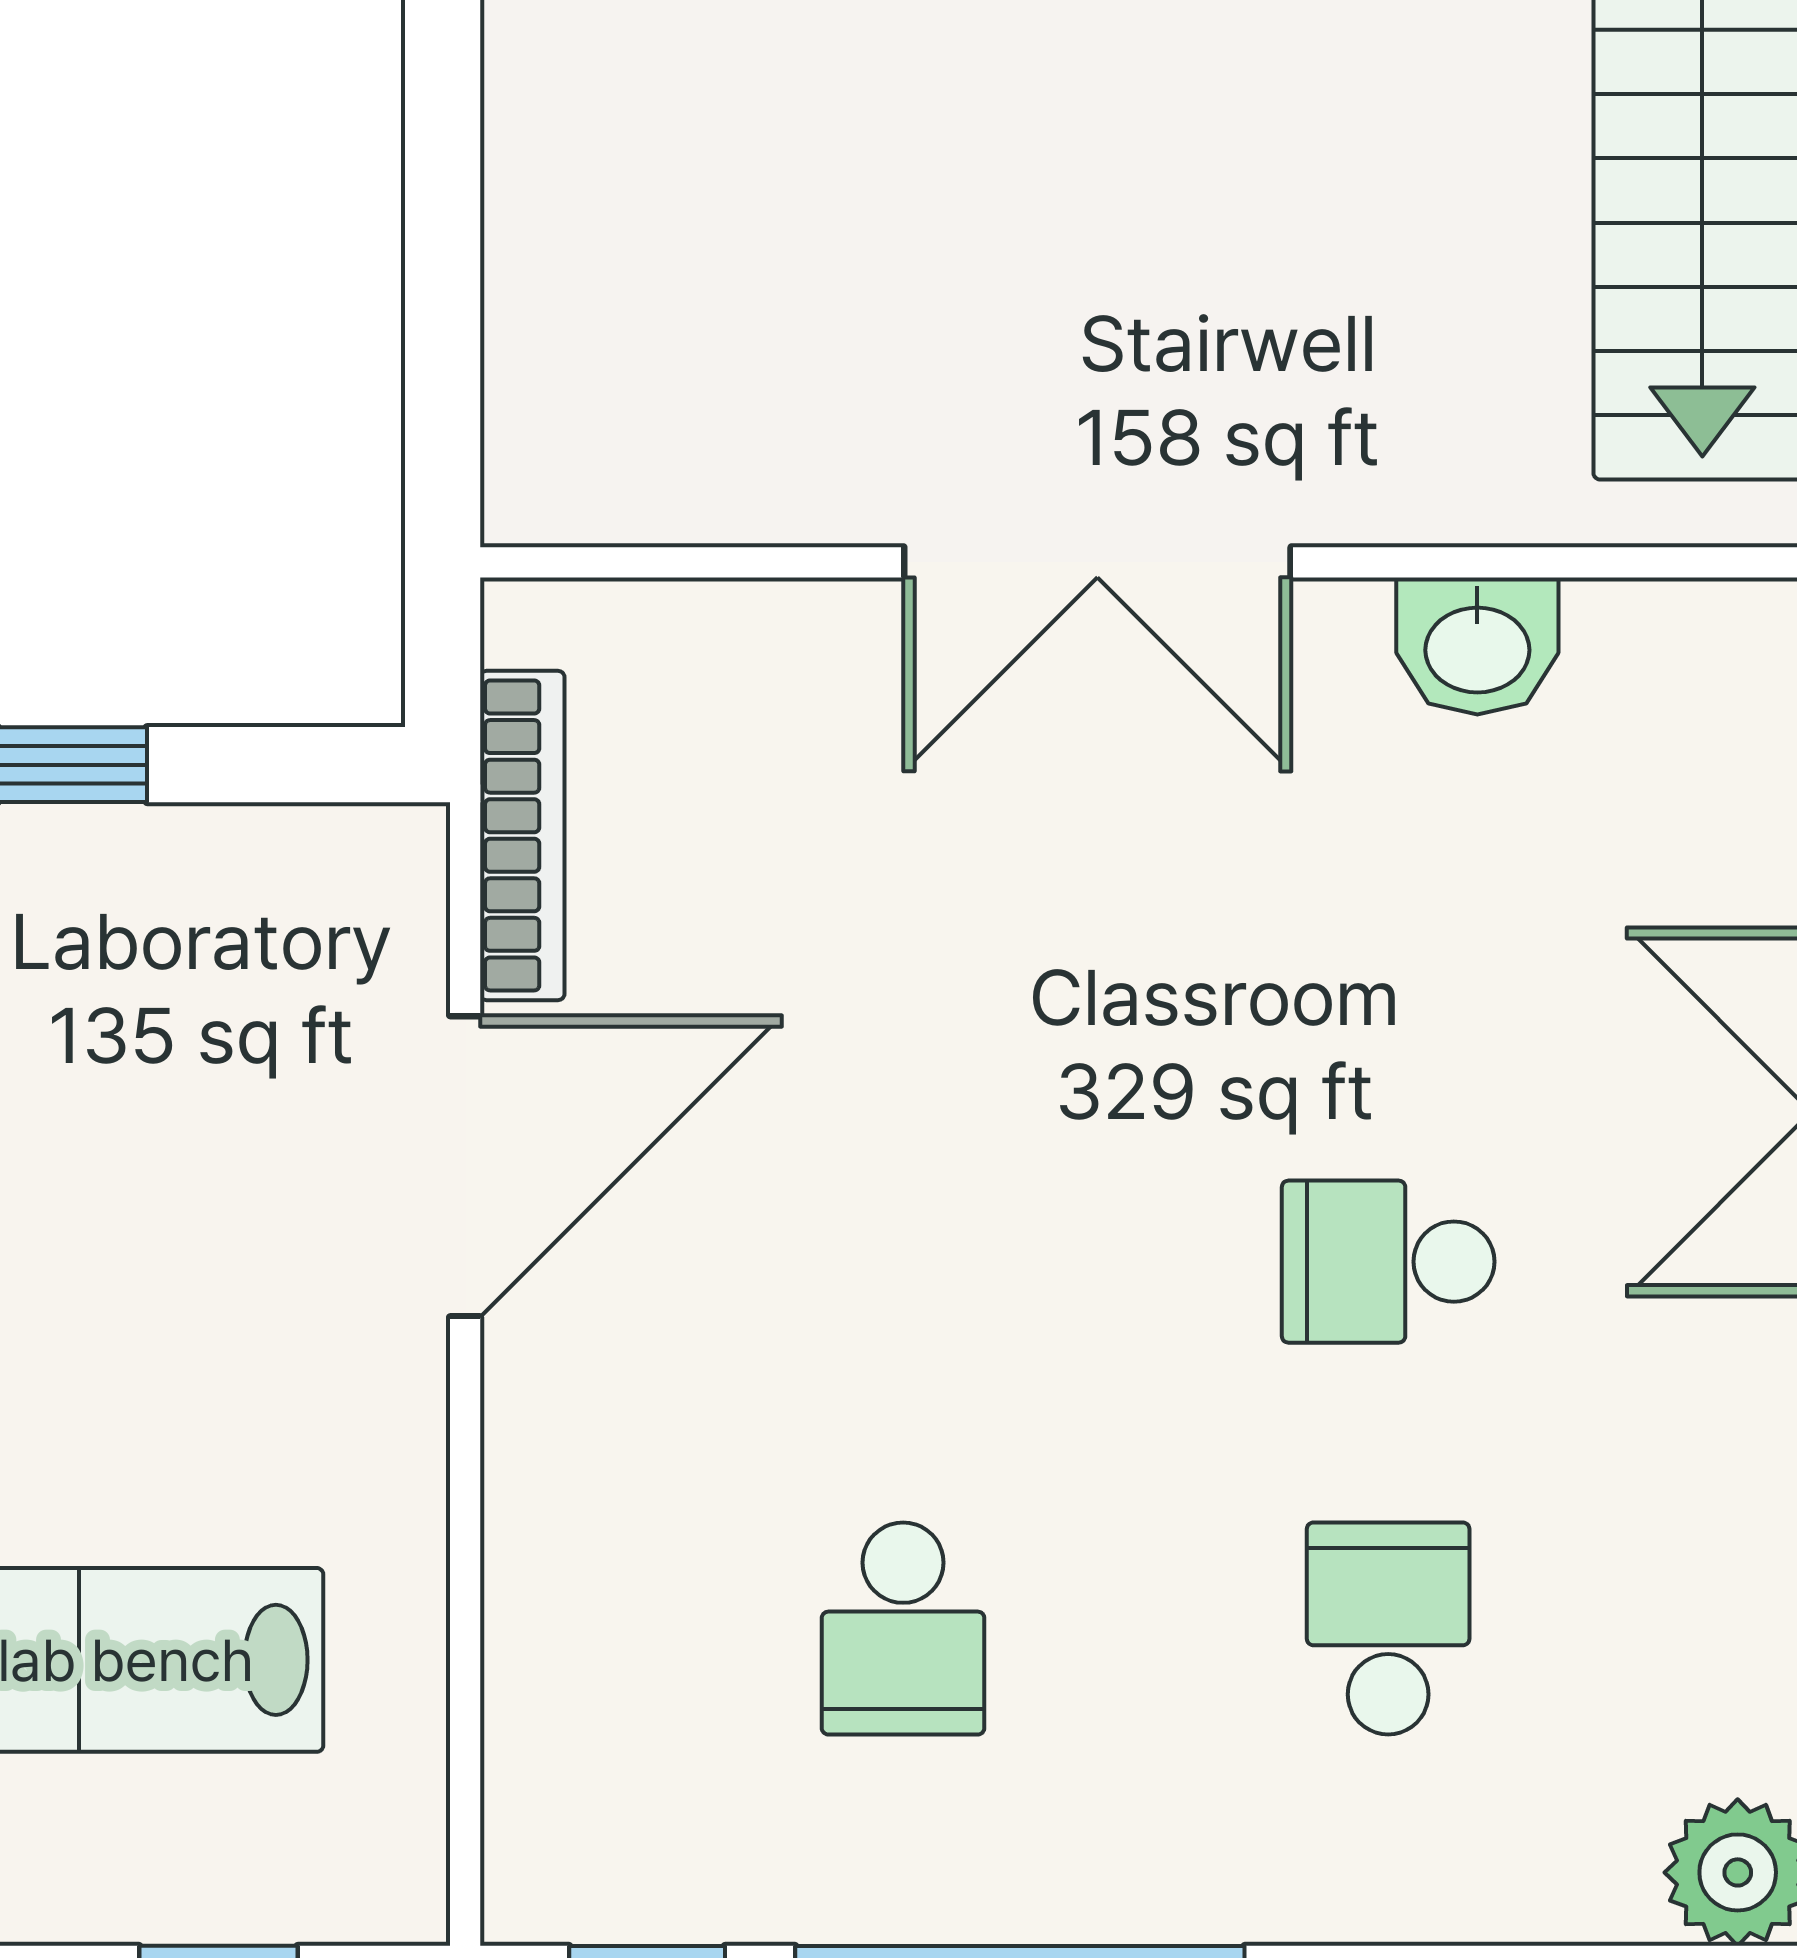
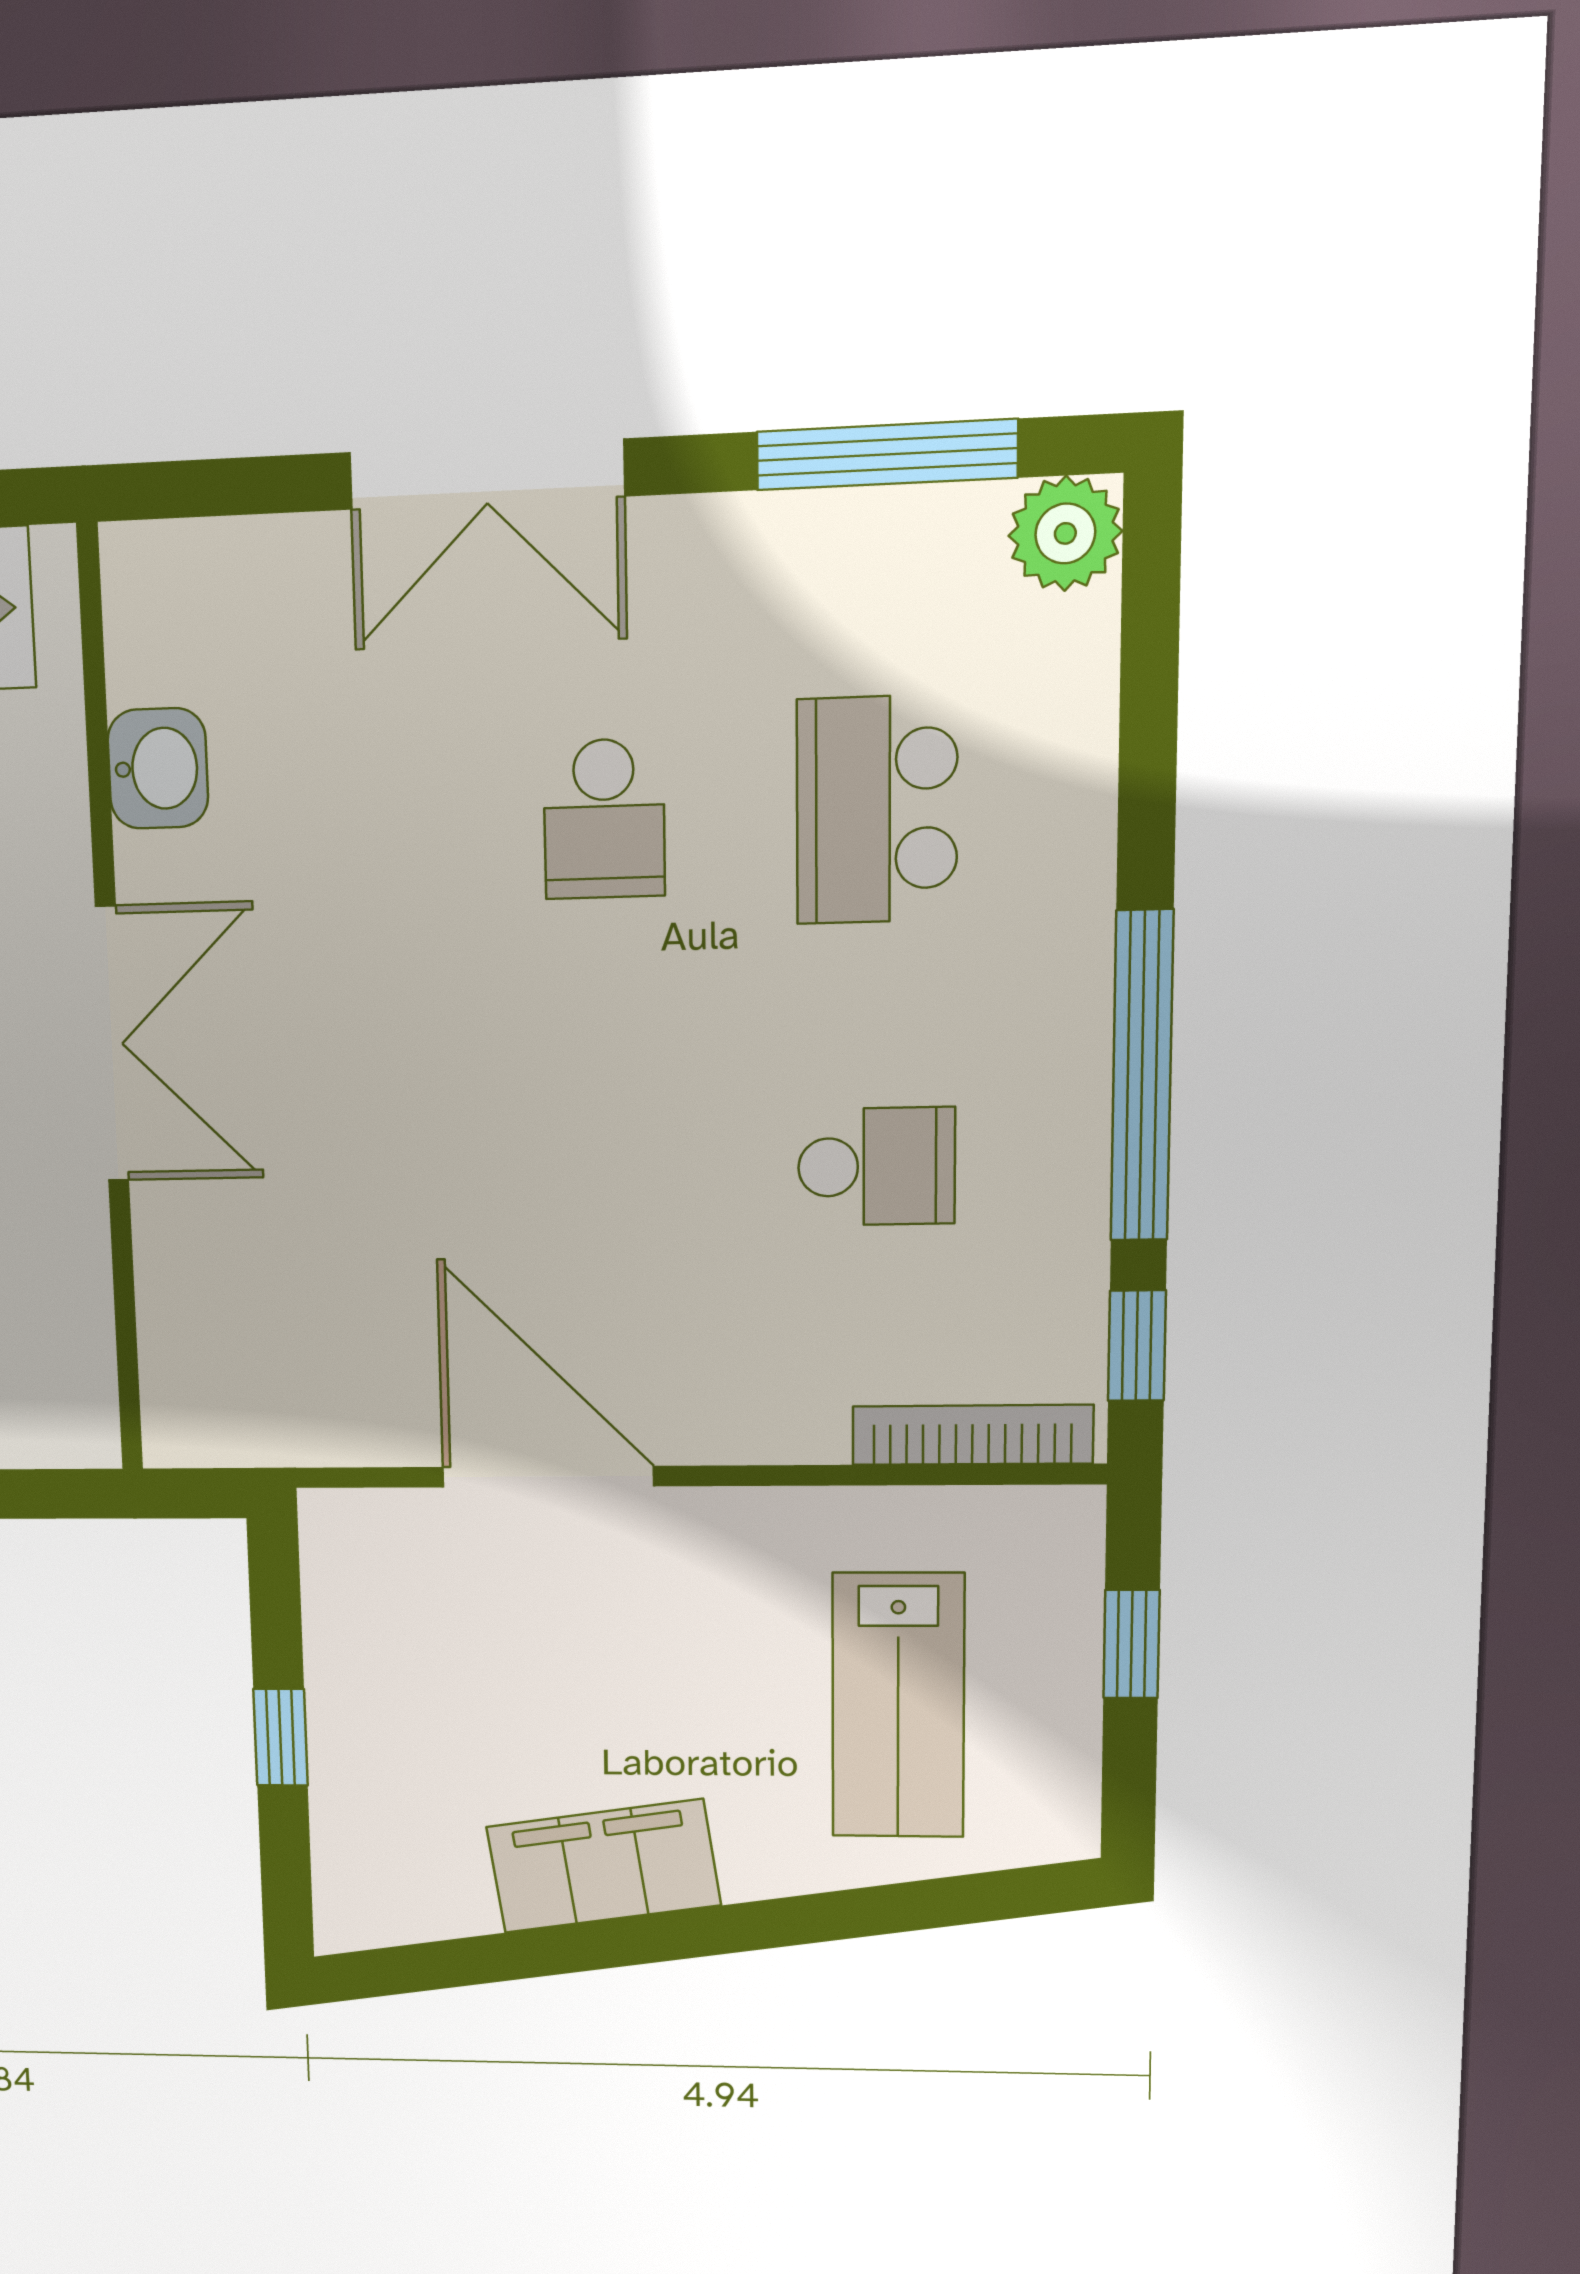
bookcase: (522, 835) -> (972, 1435), moved
school desk: (1388, 1628) -> (877, 810), width x1.85

